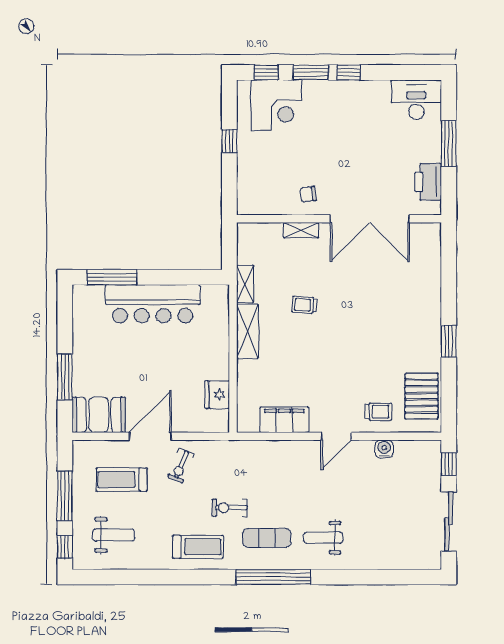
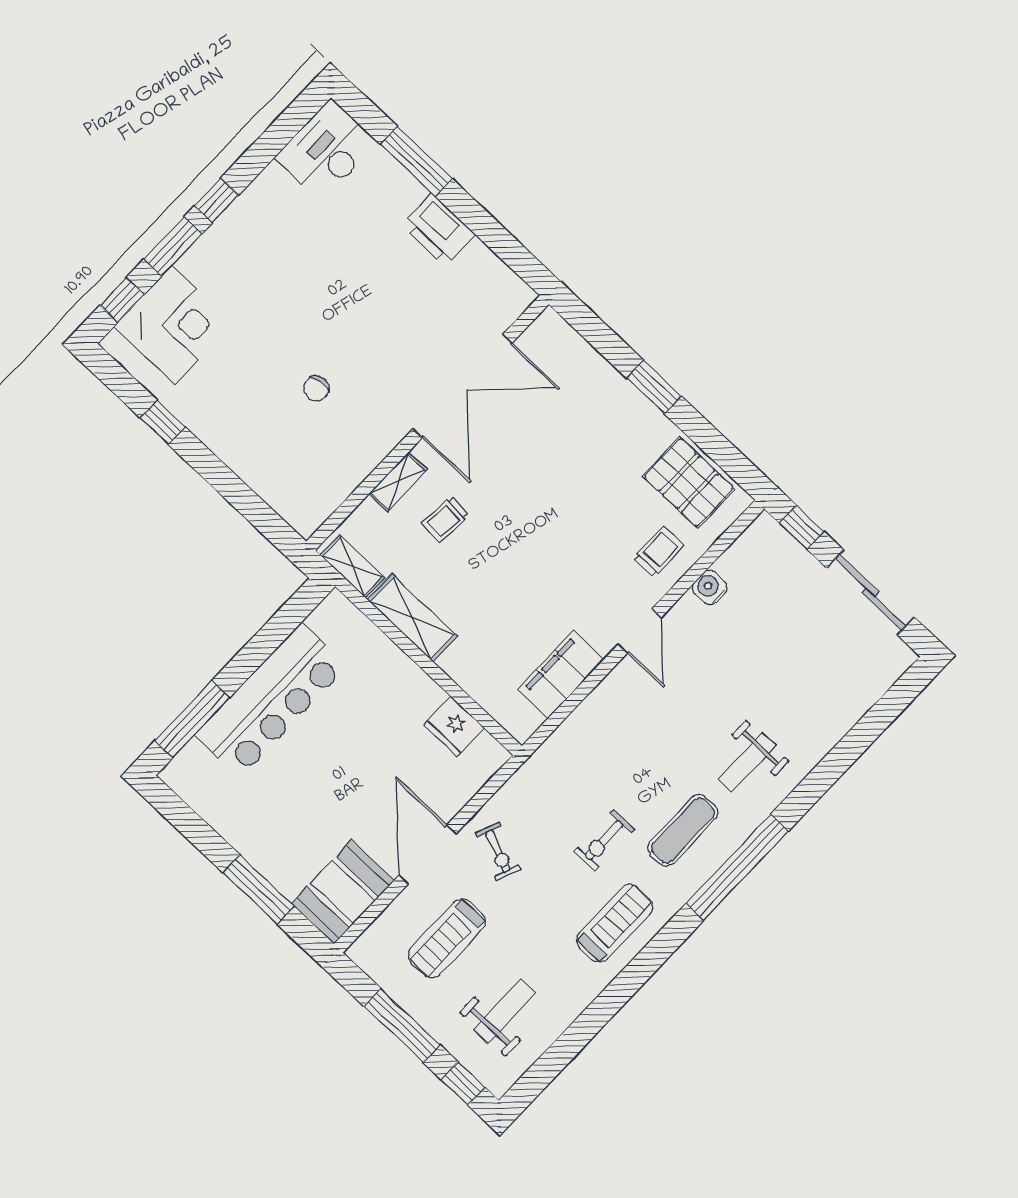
wall: (339, 219) -> (428, 423), moved
double door: (370, 219) -> (462, 386), moved
shelving: (301, 230) -> (398, 482), moved

